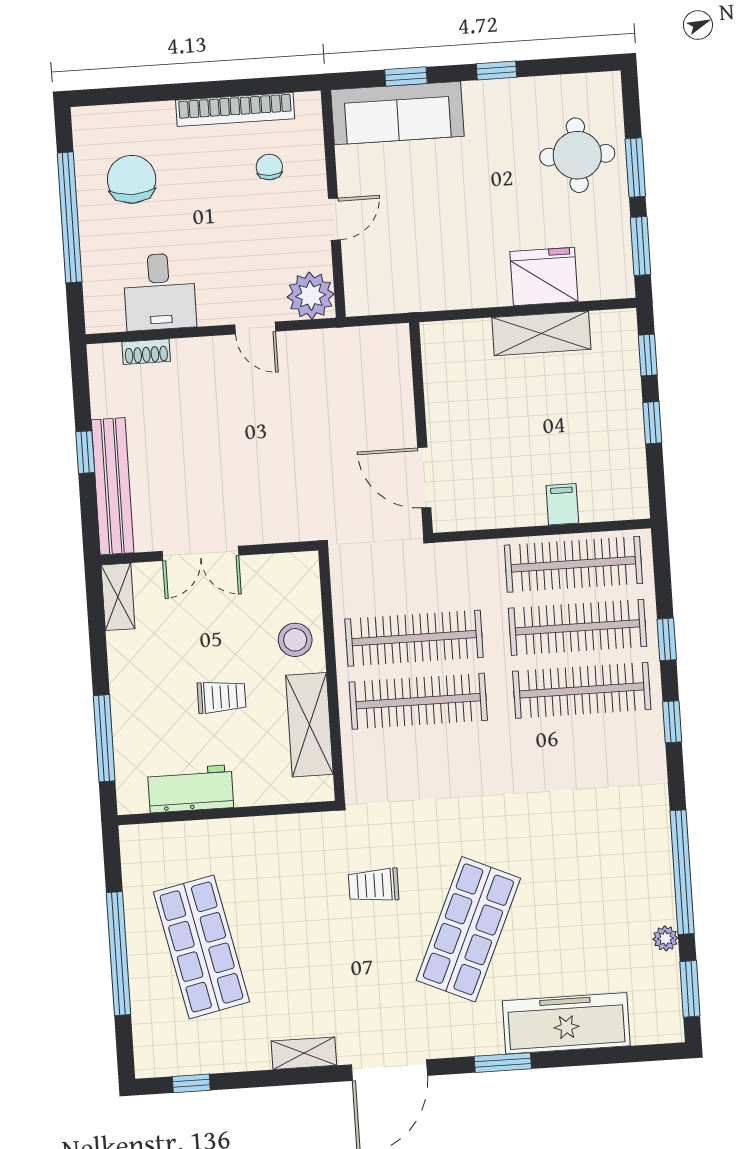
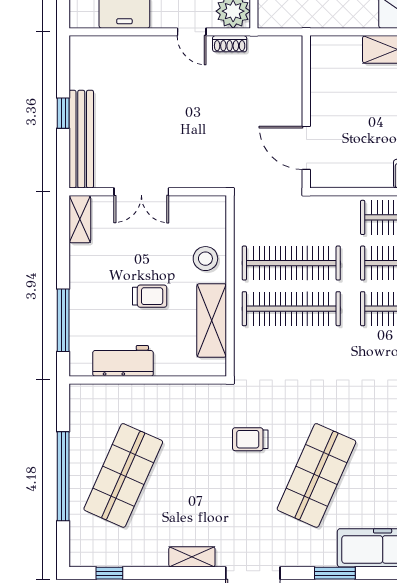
shoe rack: (146, 352) -> (230, 44), moved
shop shelf: (201, 947) -> (123, 475), turned 36

